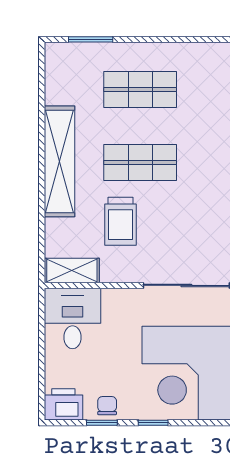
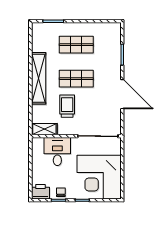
trolley: (121, 221) -> (67, 106), turned 180
desk: (73, 318) -> (57, 152), moved

